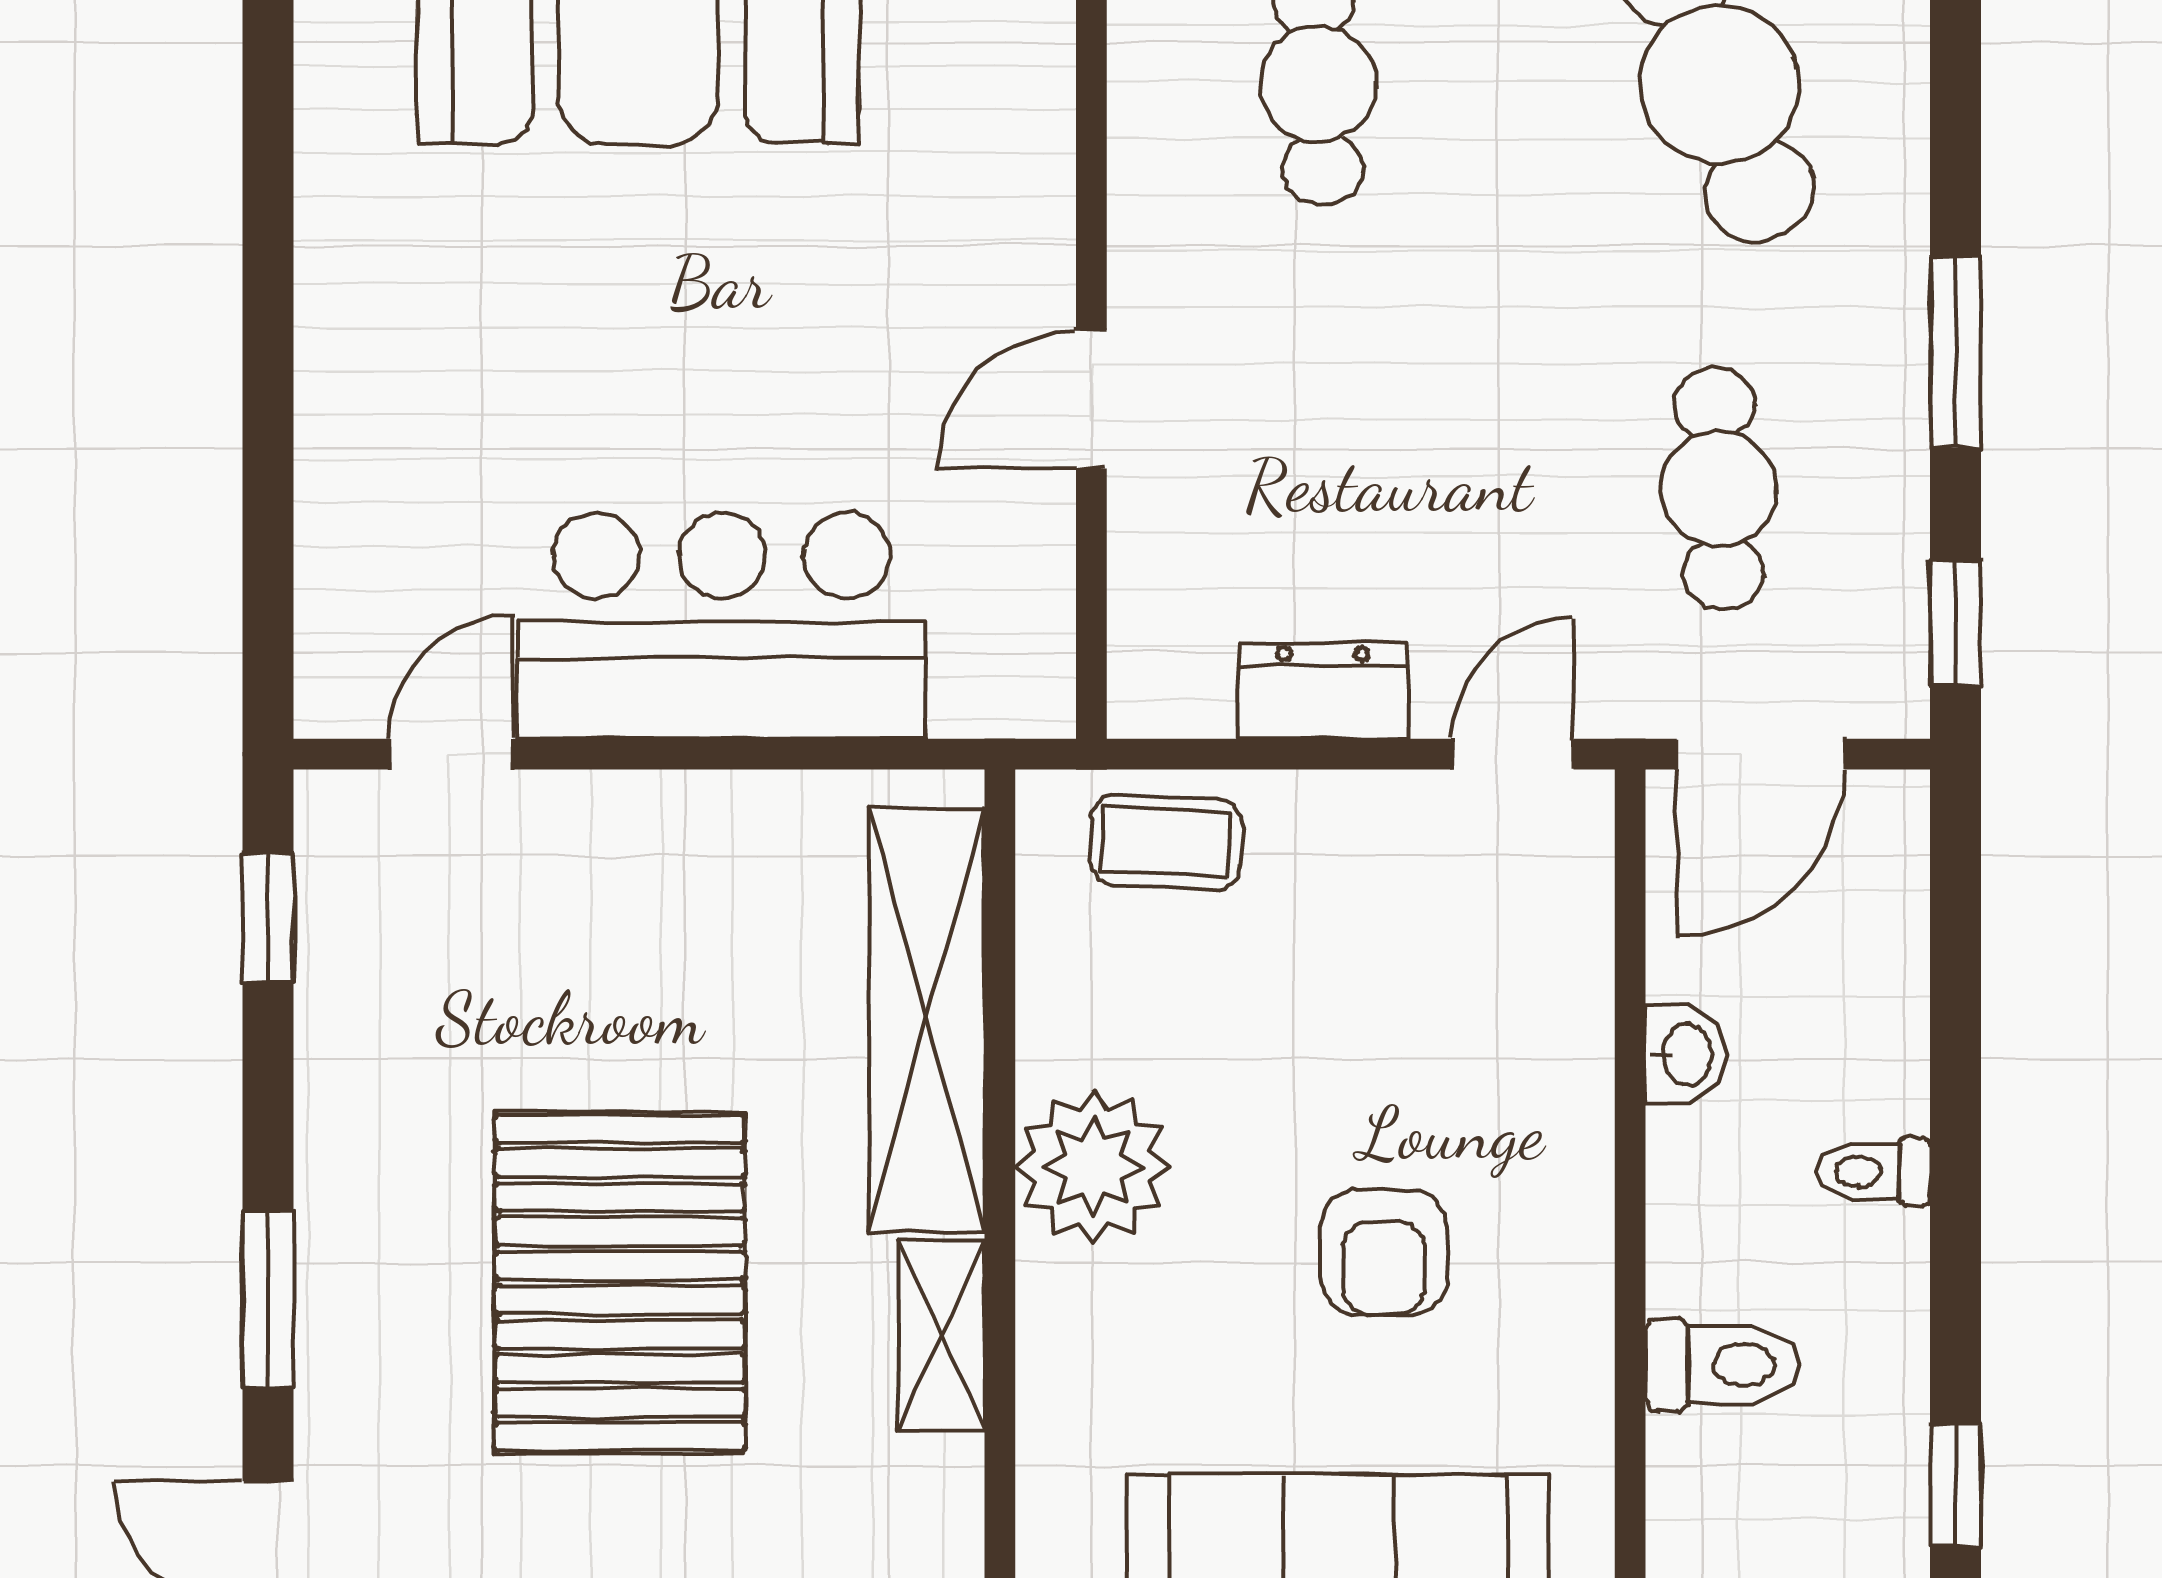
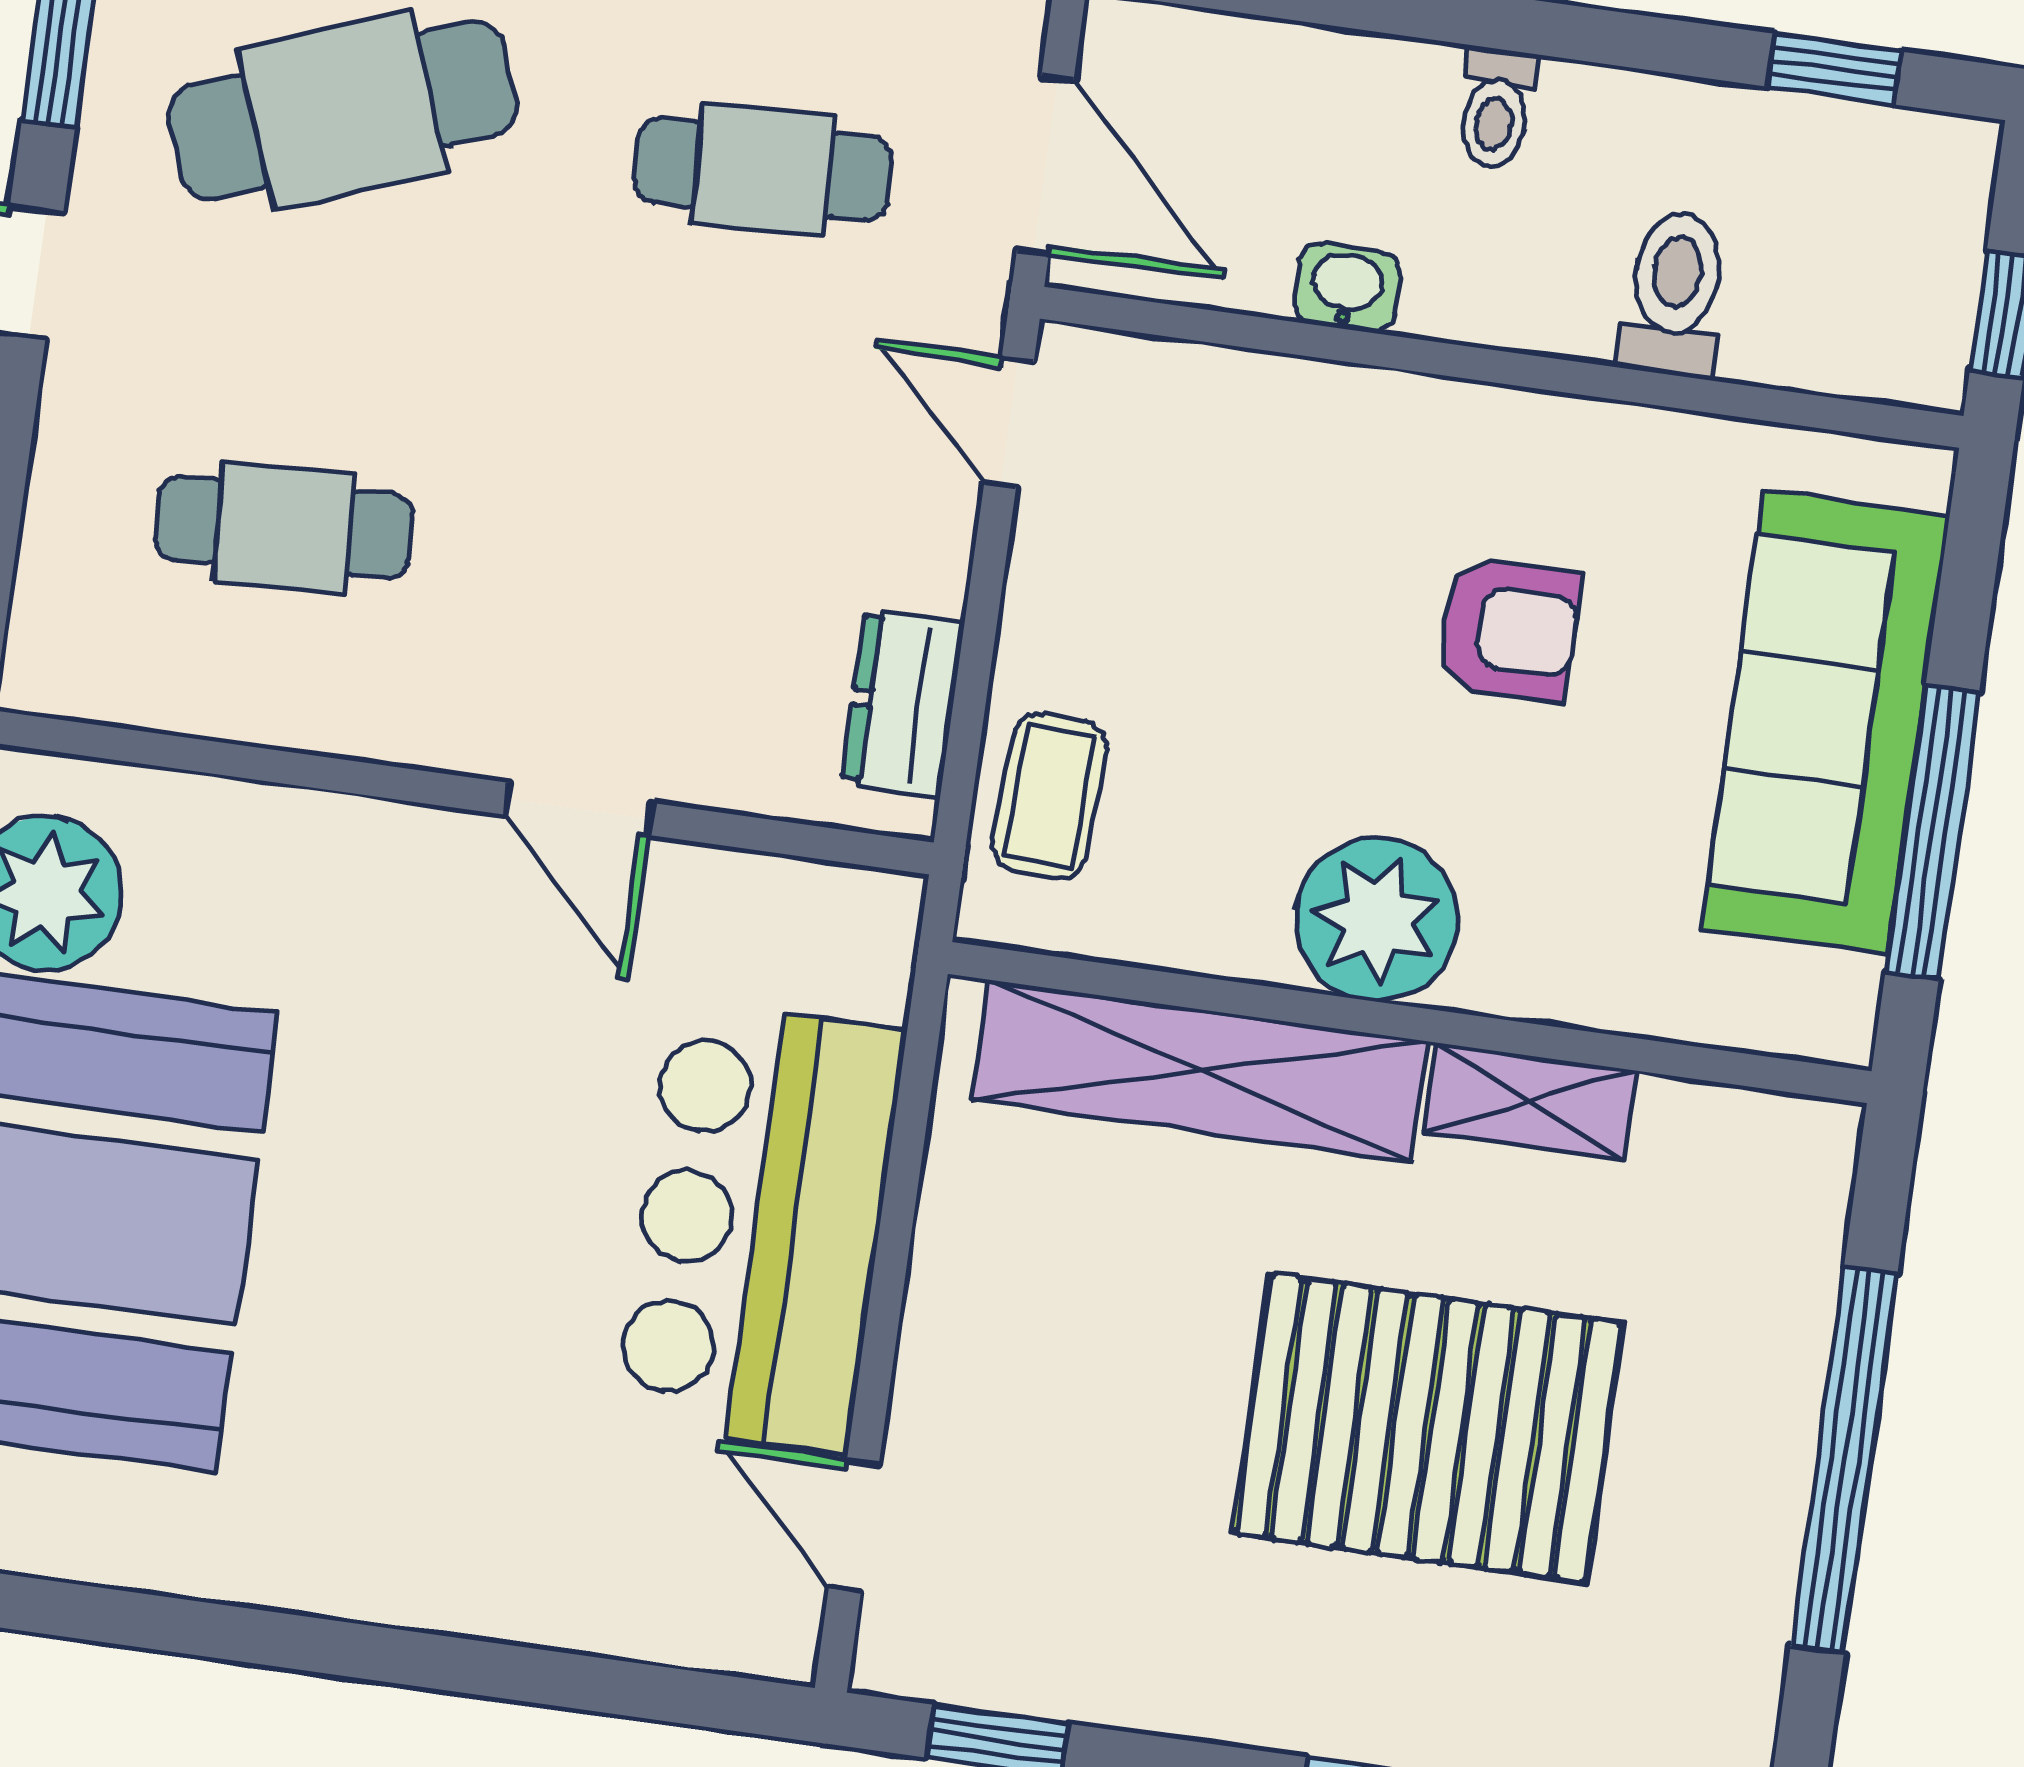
dresser: (1323, 691) -> (903, 703), moved

